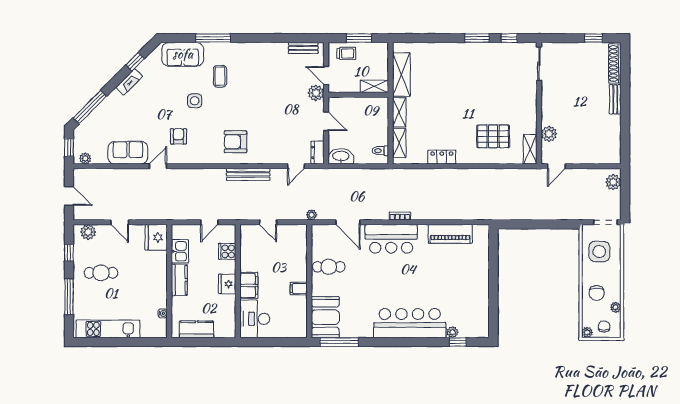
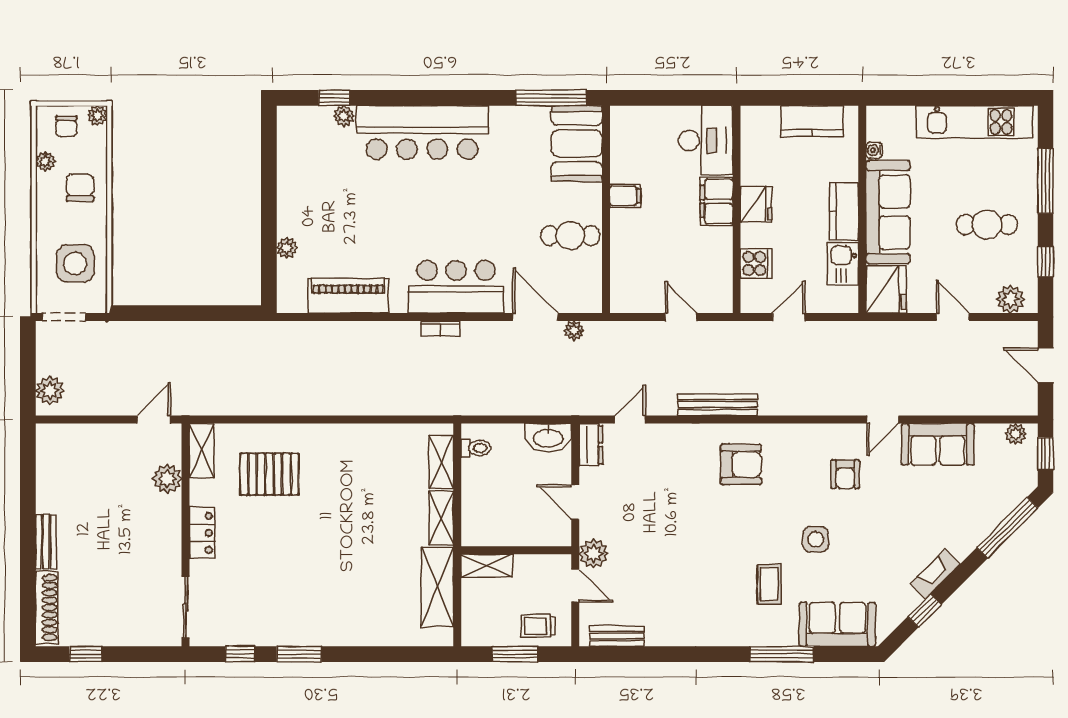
locker: (442, 157) -> (202, 533), moved, turned -90
plant: (312, 215) -> (574, 331), moved
plant: (484, 260) -> (287, 248), added
sofa: (155, 280) -> (888, 212), added

